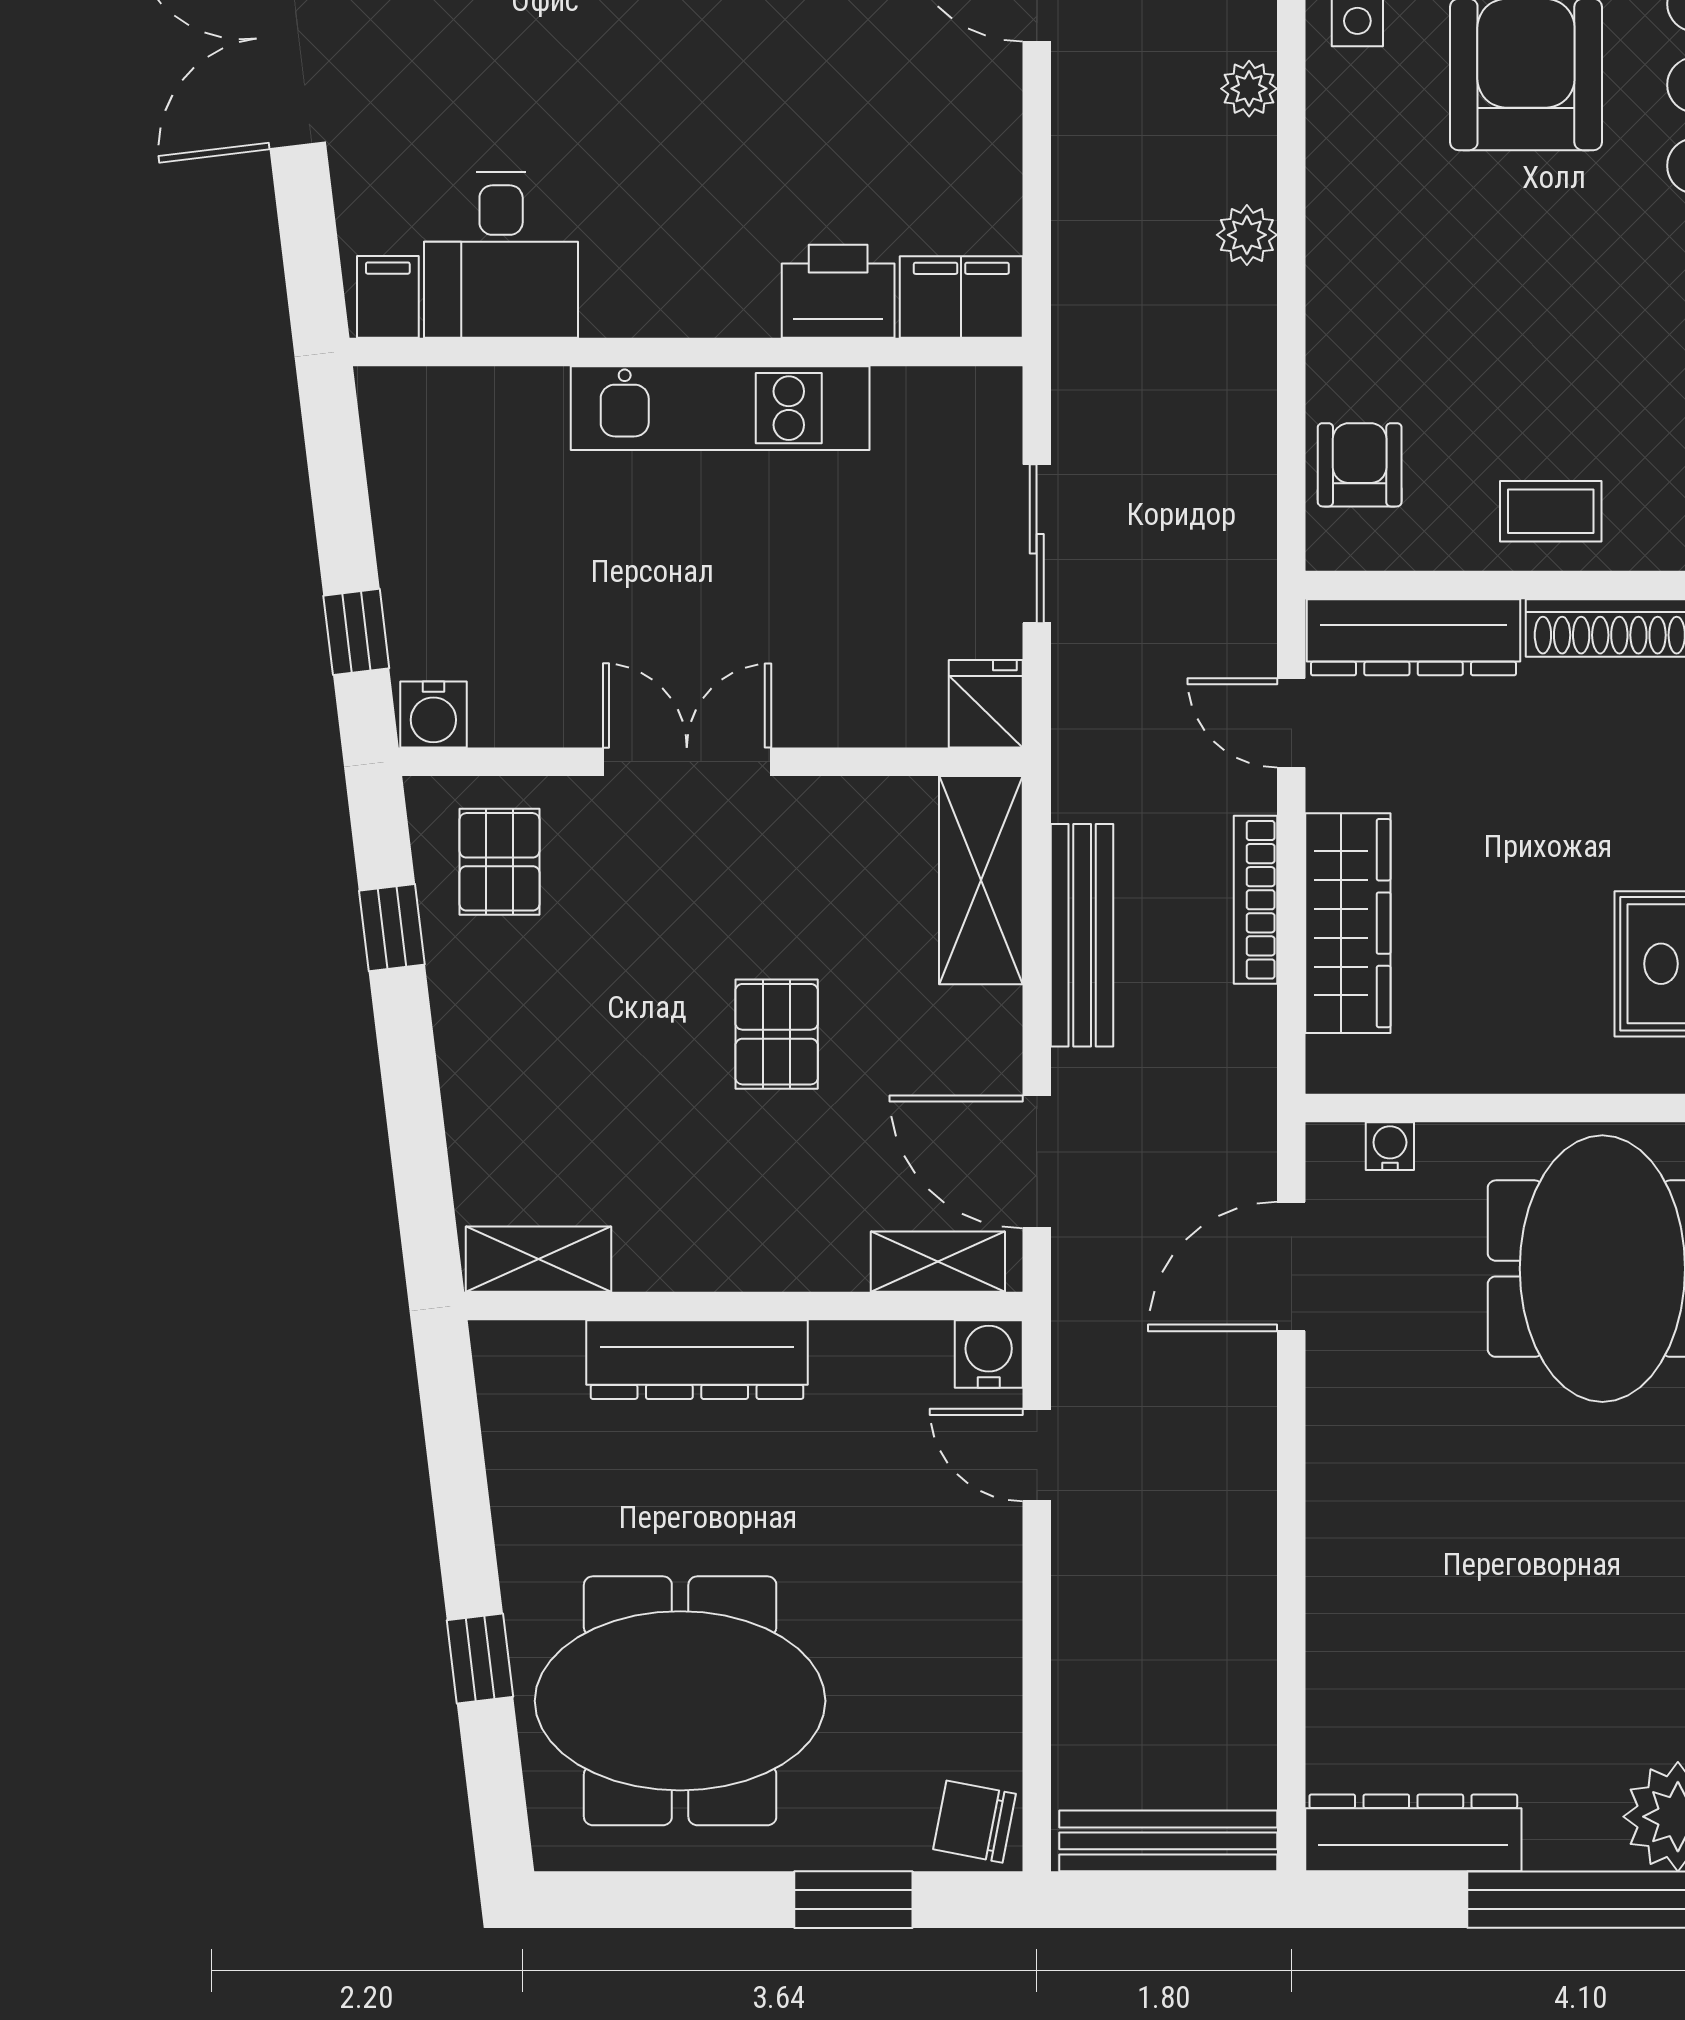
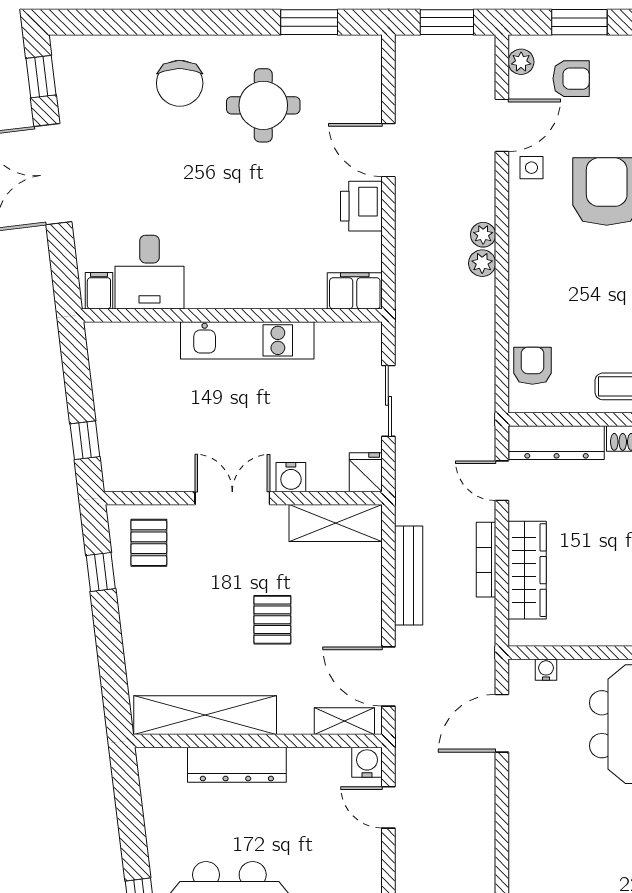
plant: (1249, 89) -> (483, 235), moved
printer: (838, 291) -> (361, 206), moved, turned -90
water cooler: (433, 715) -> (291, 477), moved
shelving: (981, 880) -> (336, 523), moved, turned 90
shelving: (539, 1259) -> (205, 715), width x2.20, depth x1.33

